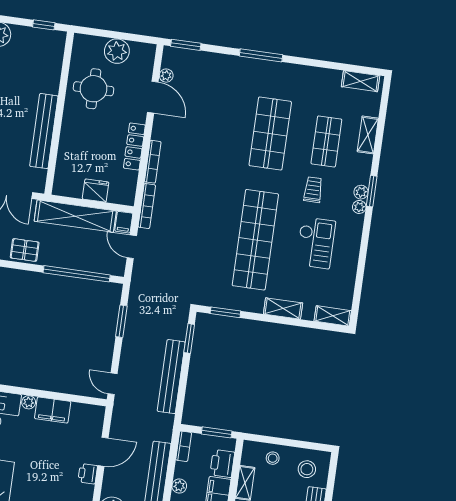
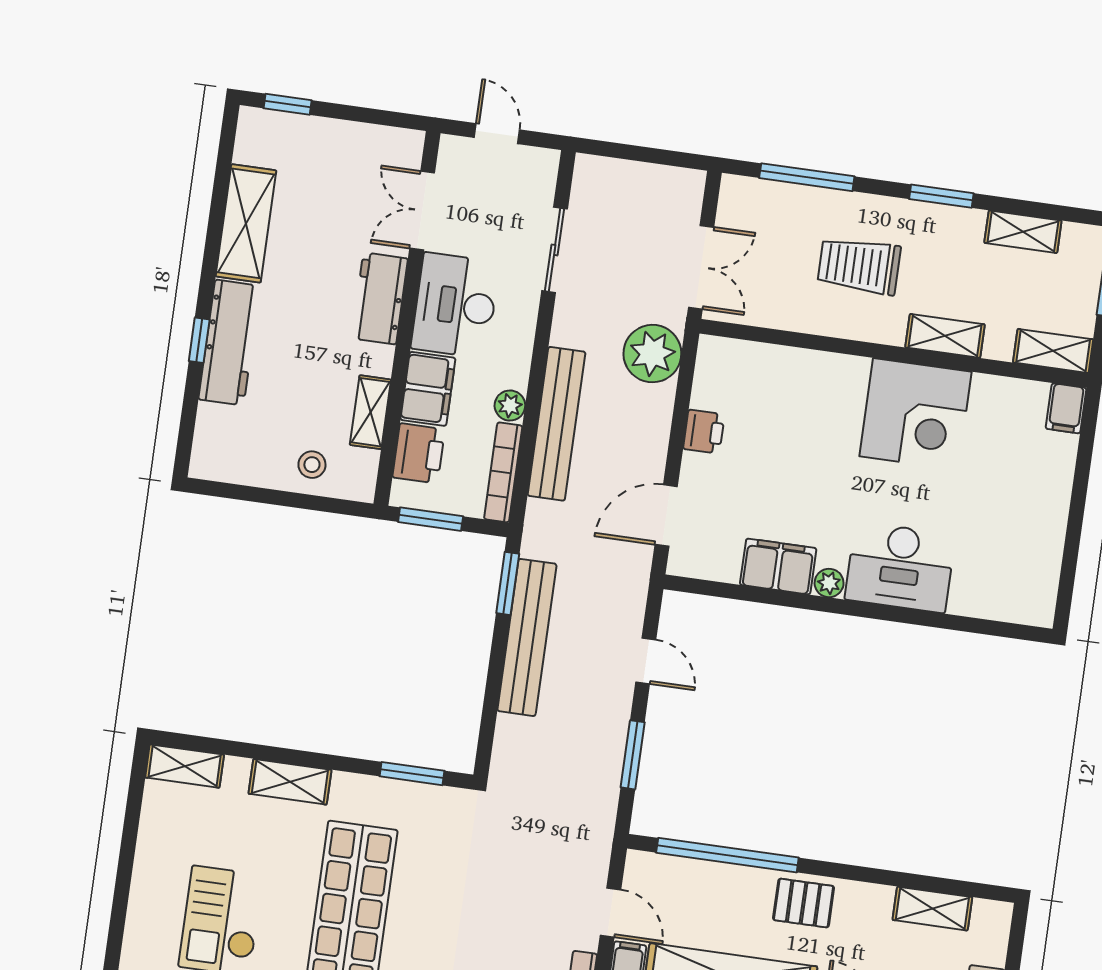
pallet: (25, 250) -> (804, 903), moved
window: (189, 338) -> (508, 583), moved
door: (113, 384) -> (646, 661), moved
bookcase: (184, 446) -> (503, 472), width x1.56
door: (103, 452) -> (666, 516), moved
stool: (307, 469) -> (240, 441), removed

